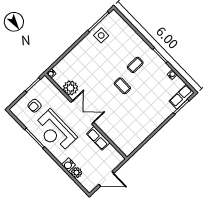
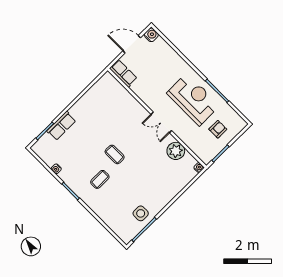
row of seats: (182, 97) -> (61, 126), moved
double door: (82, 112) -> (161, 122), width x0.73
row of seats: (98, 138) -> (123, 73), moved
water cooler: (69, 165) -> (151, 35), moved
plant: (77, 173) -> (167, 51), removed

